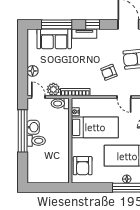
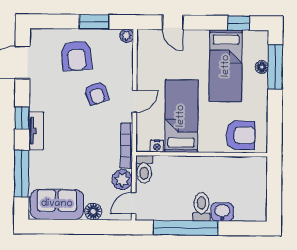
sofa: (54, 39) -> (57, 204), moved, turned -90
door: (124, 97) -> (135, 101), moved
washbasin: (33, 127) -> (222, 212), moved

